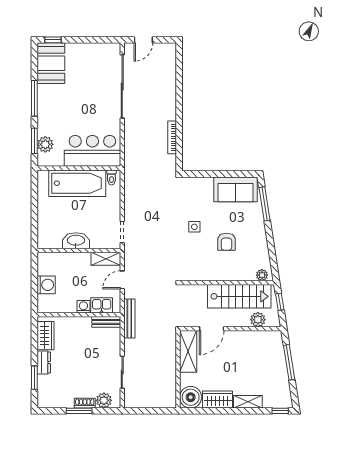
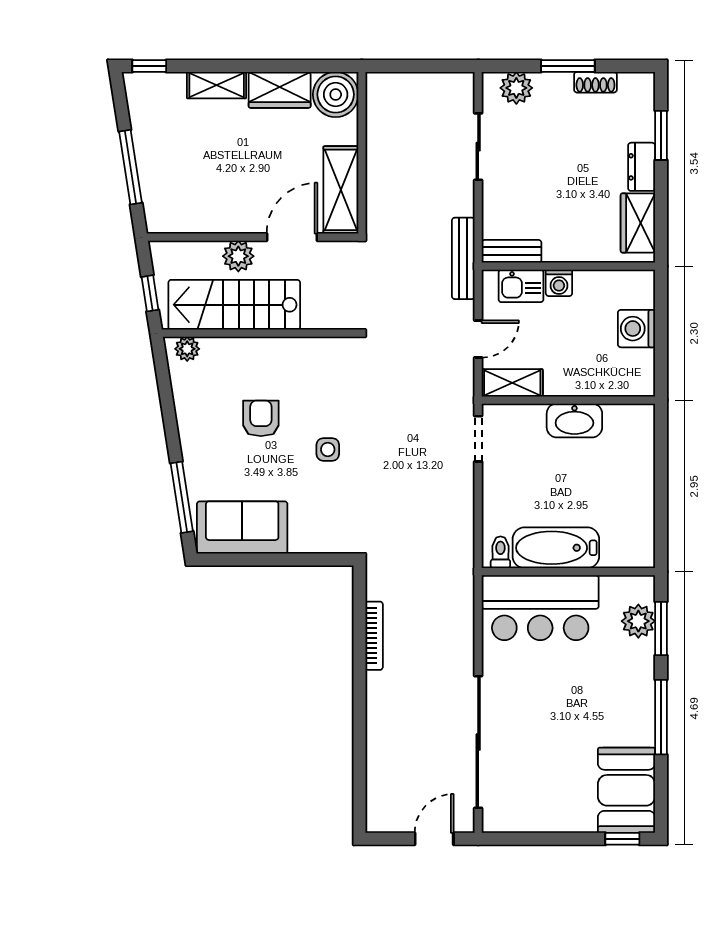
bathtub: (77, 183) -> (556, 548), width x0.73, depth x0.73
plant: (258, 320) -> (238, 256), moved
shoe rack: (85, 403) -> (595, 82), moved

